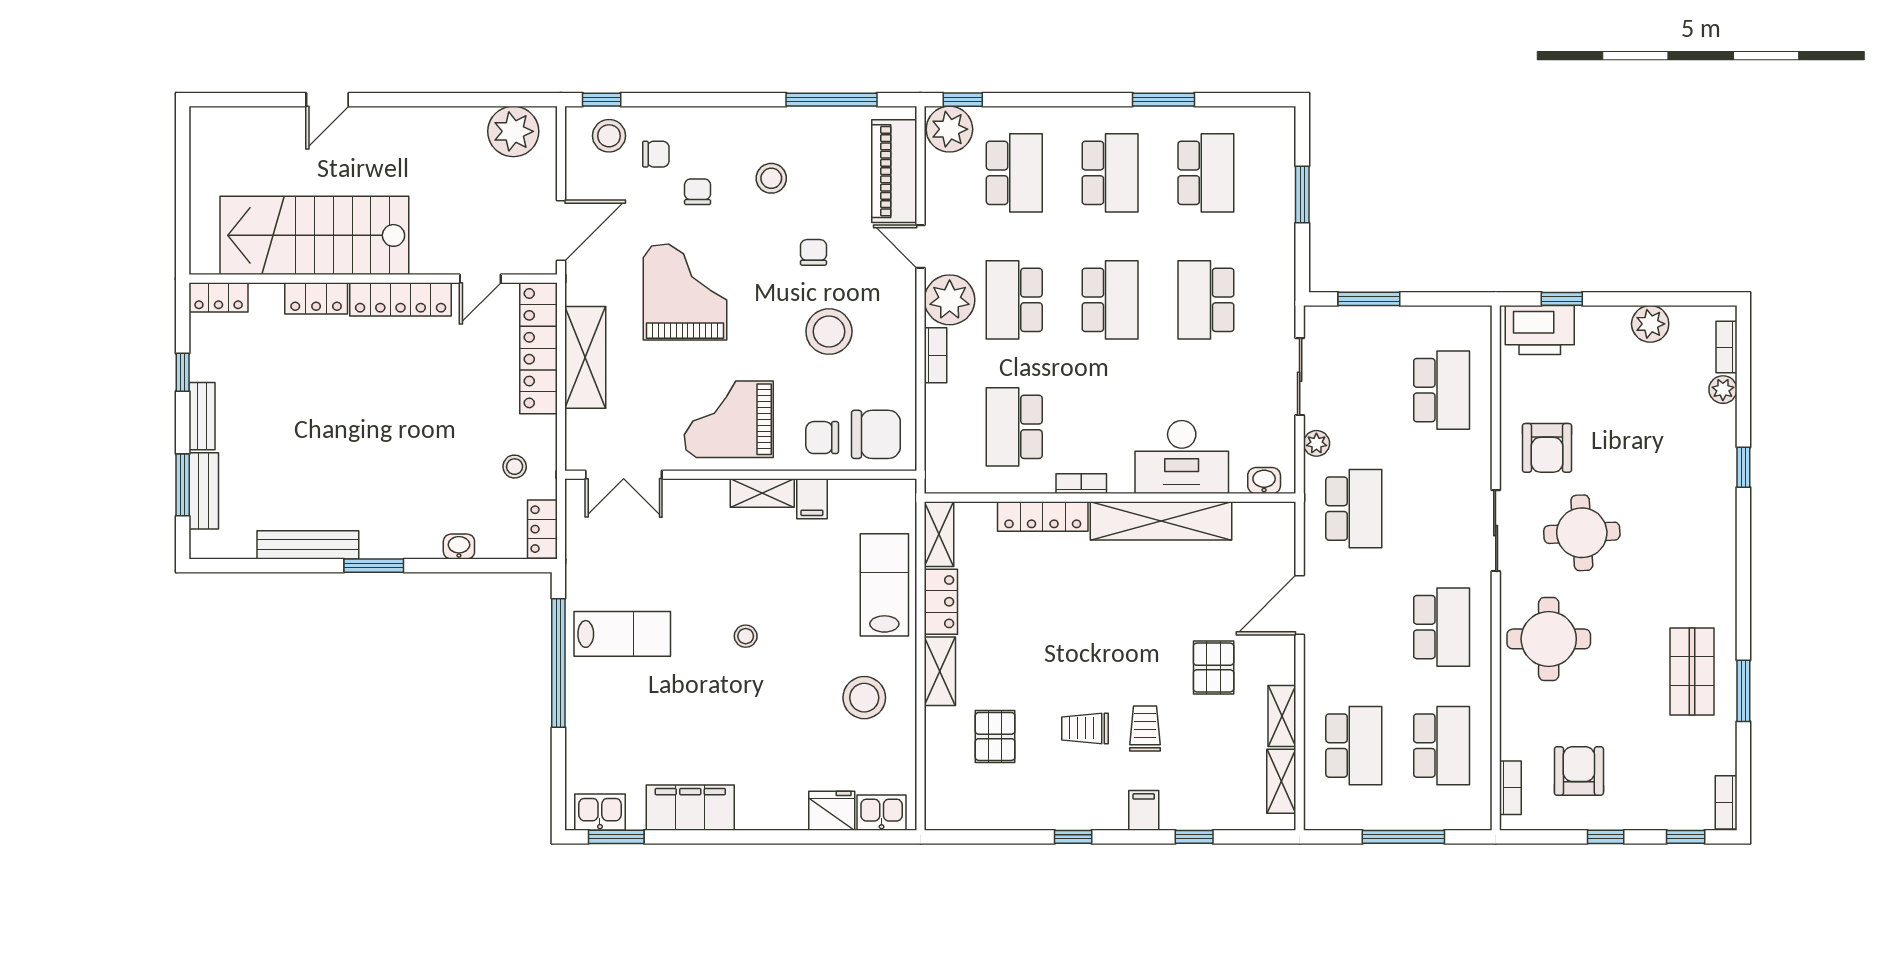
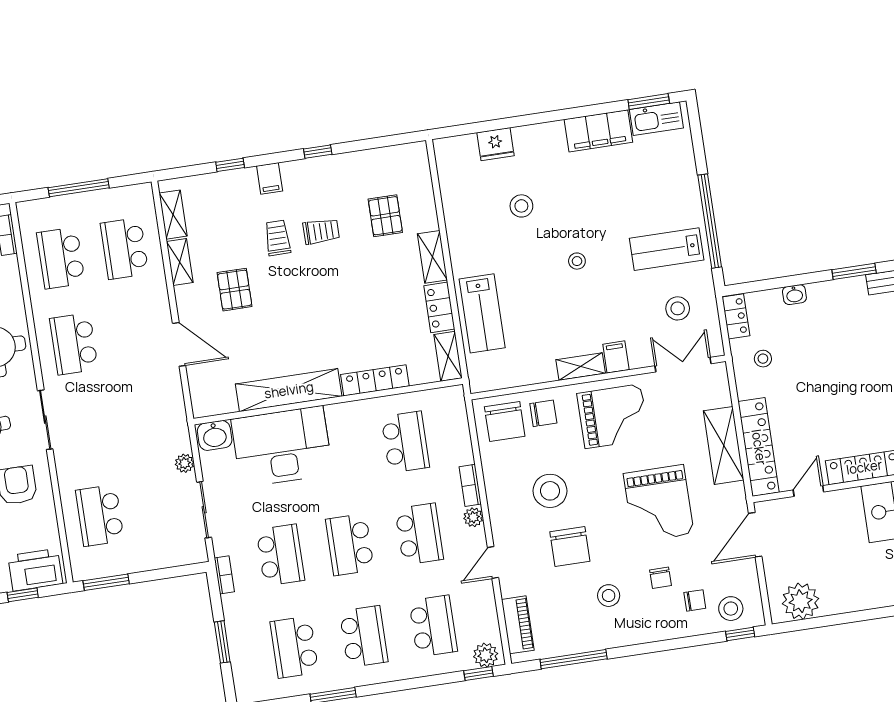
plant: (949, 129) -> (486, 655), width x0.73, depth x0.73
chair: (656, 154) -> (695, 600), turned 180
piano: (894, 171) -> (518, 625), width x0.73, depth x0.75
school desk: (1014, 173) -> (433, 626), turned 180
school desk: (1110, 173) -> (364, 637), turned 180
door: (921, 246) -> (493, 562), swing flipped
chair: (813, 252) -> (570, 546), width x1.87, depth x1.87
window: (1369, 299) -> (106, 582), moved
plant: (950, 300) -> (473, 517), width x0.53, depth x0.53
chair: (876, 434) -> (505, 422), turned -90
desk: (1182, 457) -> (282, 447), width x1.36, depth x1.30
washbasin: (1264, 481) -> (215, 435), width x1.38, depth x1.45
bookcase: (1081, 484) -> (224, 575), moved, turned -90
filing cabinet: (812, 499) -> (616, 357), moved
school desk: (1354, 509) -> (150, 420), removed
stool: (619, 552) -> (678, 308), added
door: (1300, 605) -> (179, 344), hinge flipped
stool: (864, 698) -> (521, 206), moved, width x0.73, depth x0.73
trolley: (1145, 728) -> (278, 238), turned 180
kitchen sink: (600, 812) -> (656, 119), width x1.38
kitchen sink: (882, 813) -> (459, 148), removed

